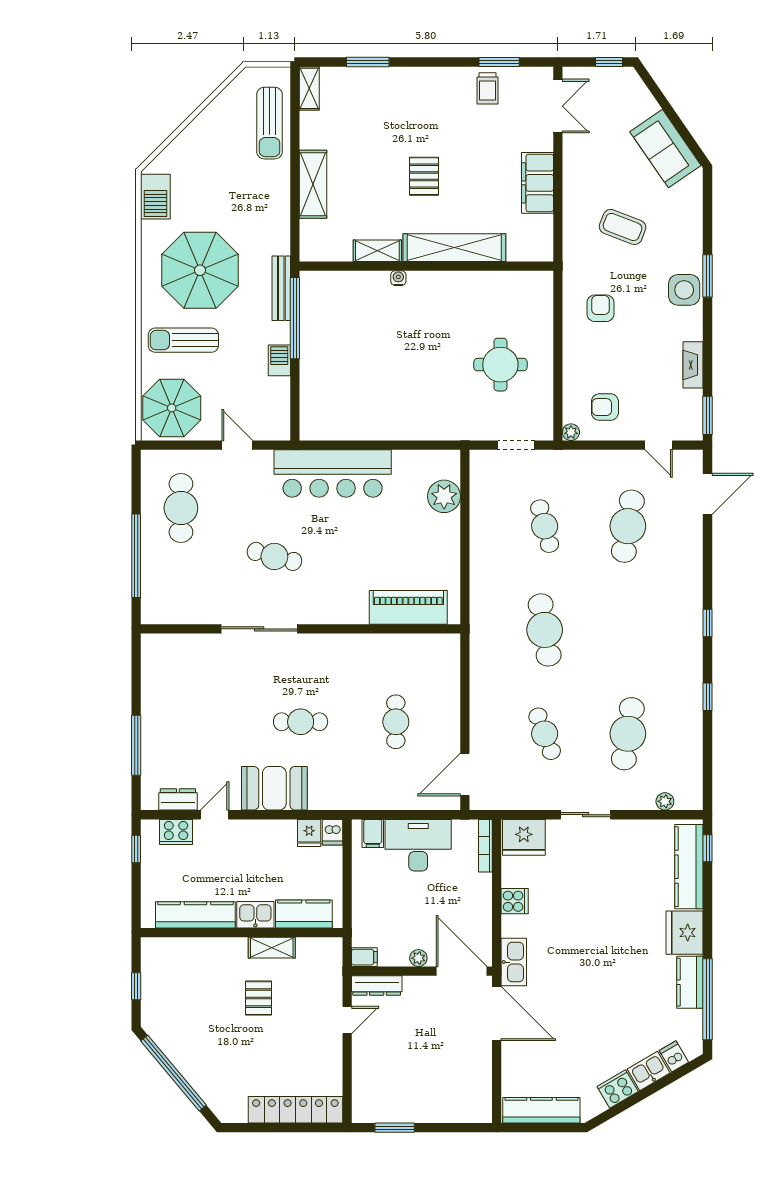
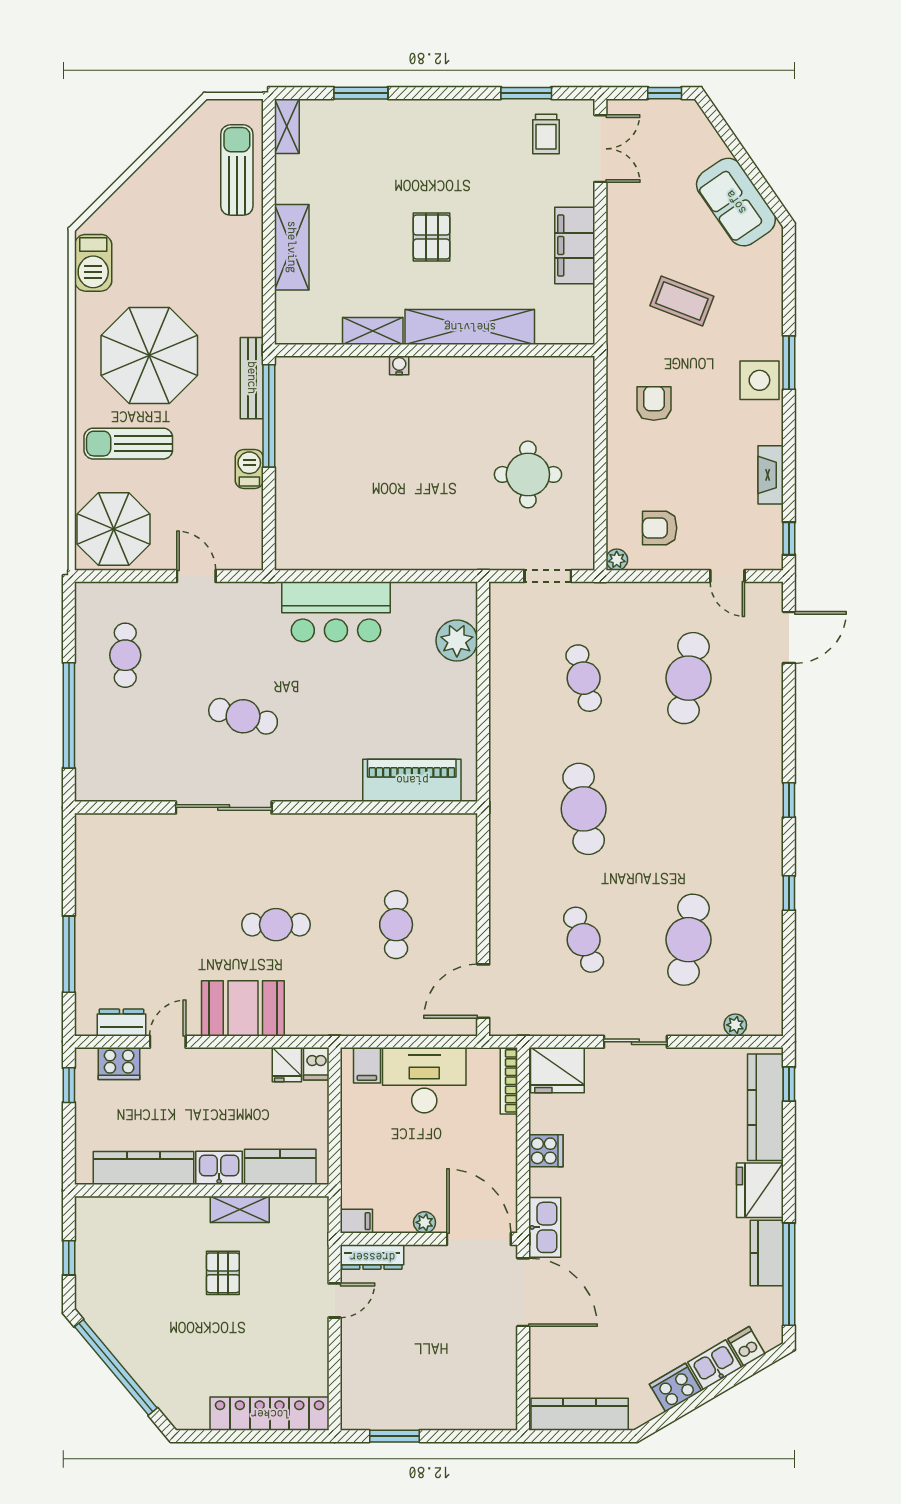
trolley: (487, 88) -> (546, 134), moved
sun lounger: (270, 123) -> (237, 170), turned 180
window: (708, 415) -> (789, 538), width x0.67
bar counter: (333, 474) -> (336, 612), width x0.73
cafe table: (181, 508) -> (125, 655), width x0.73, depth x0.74

